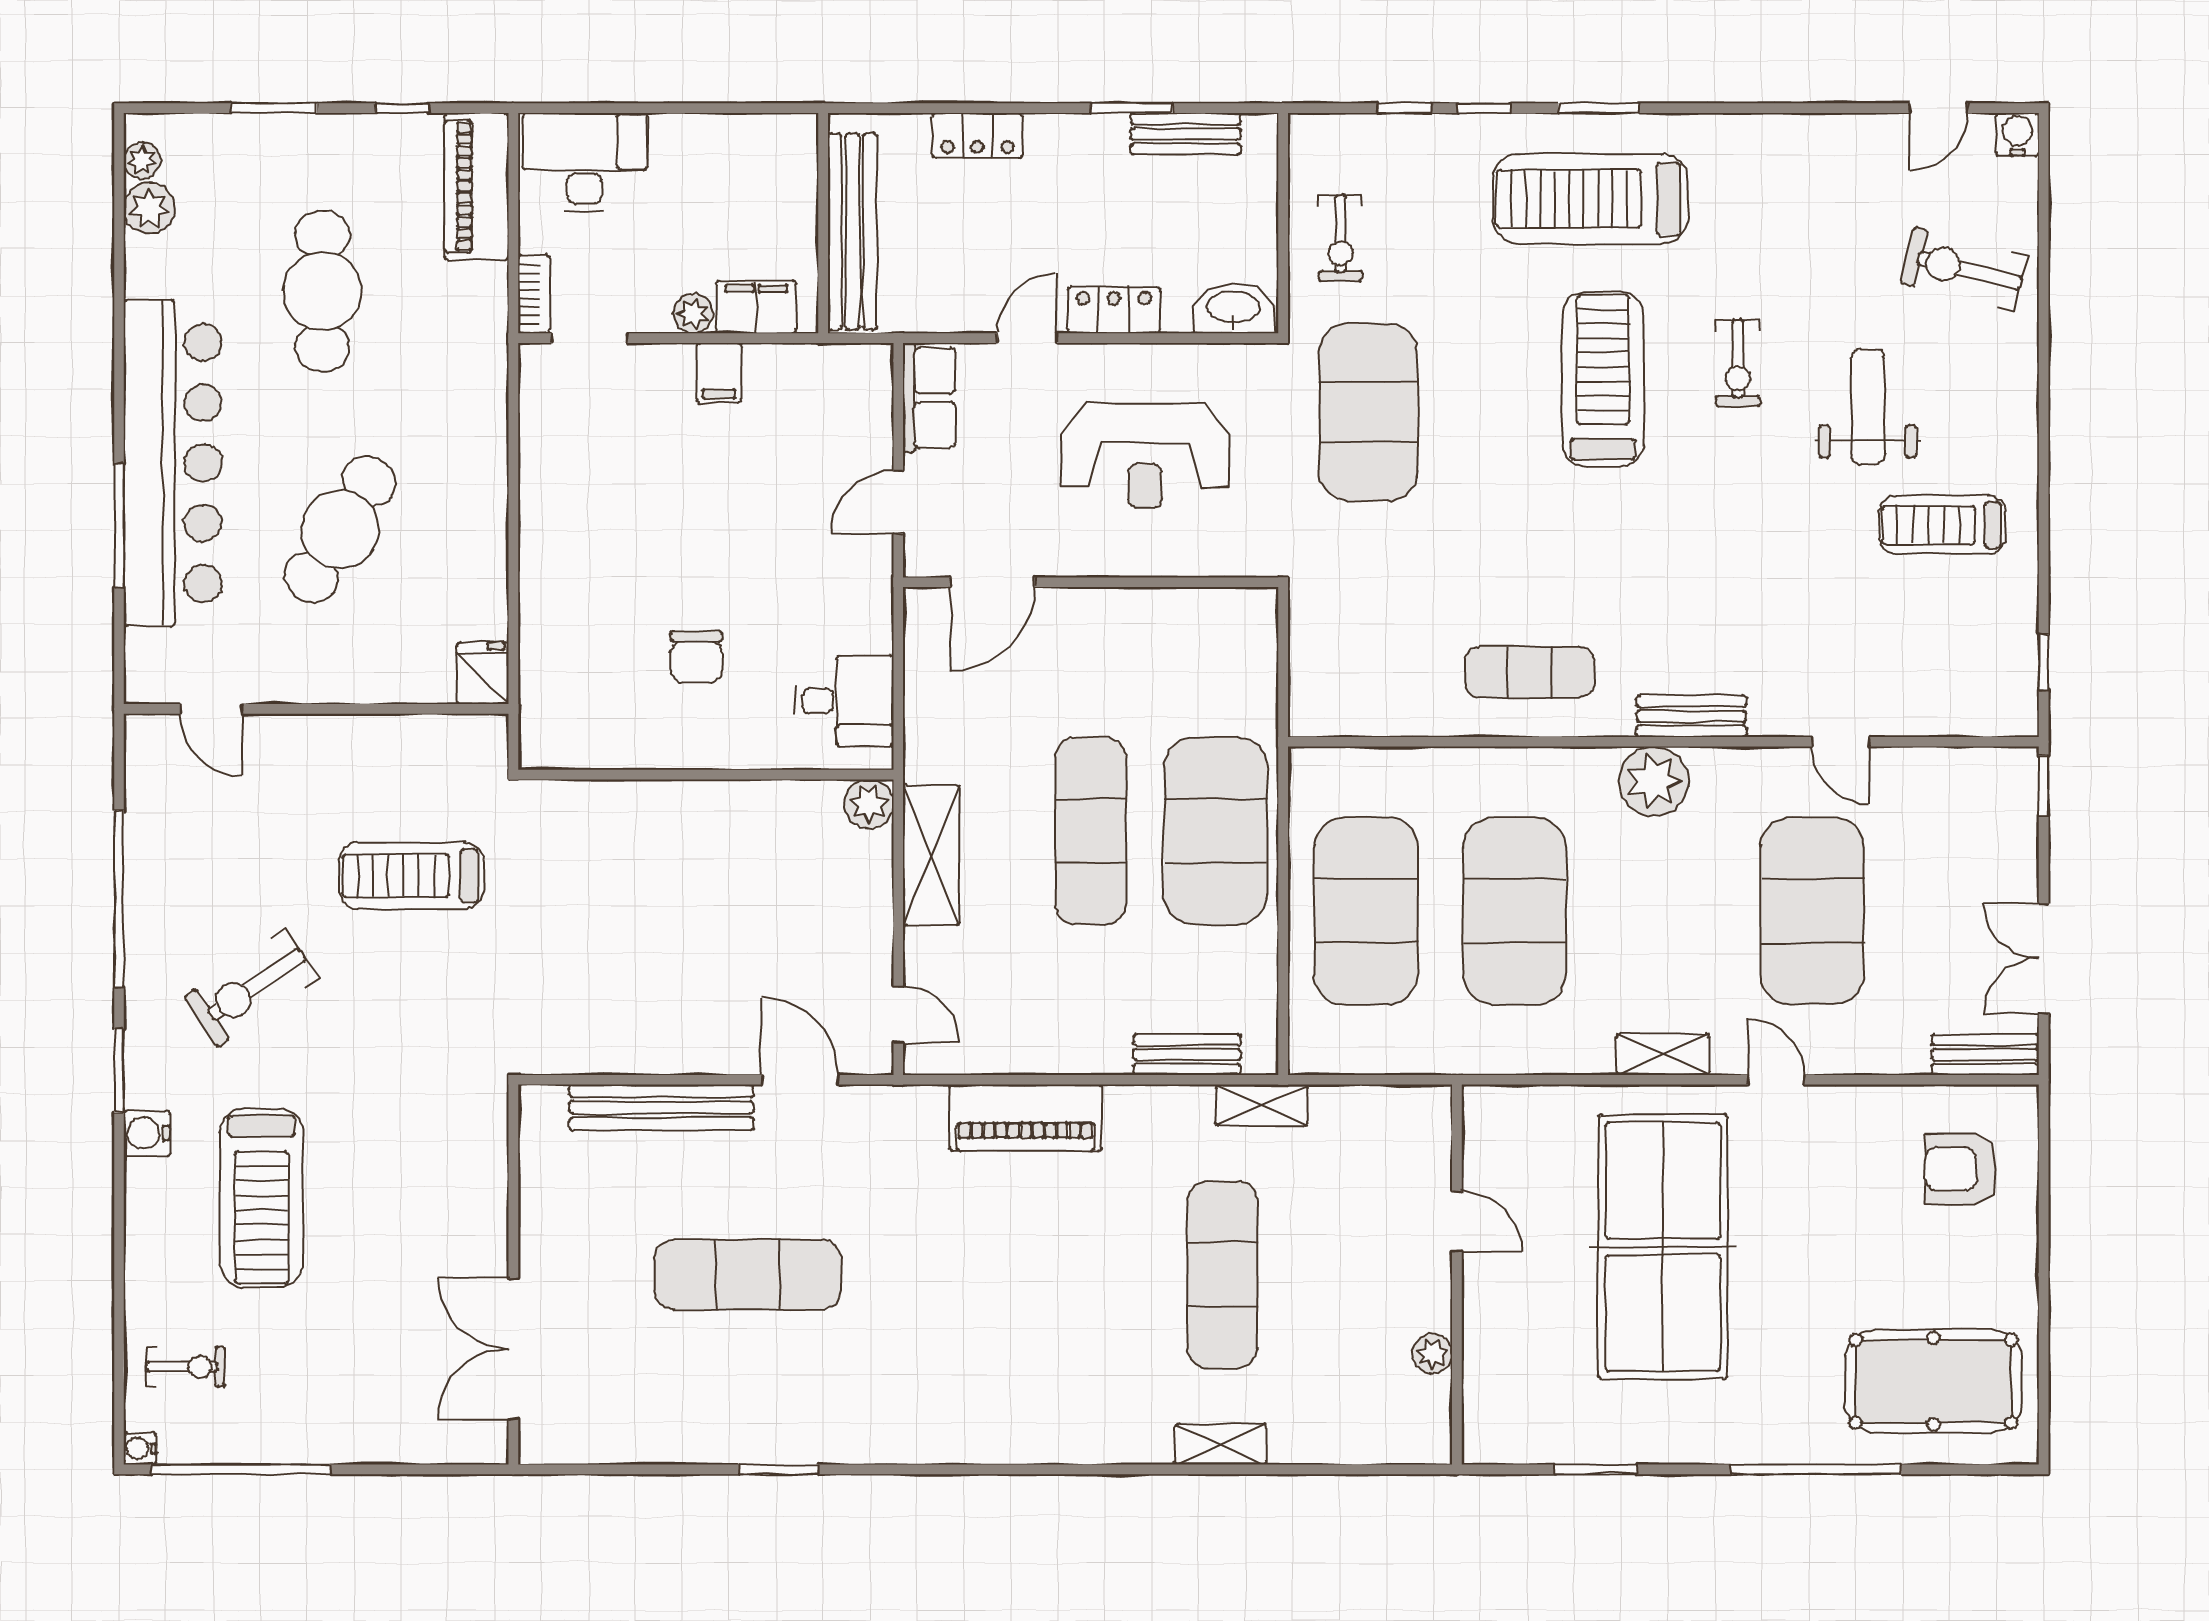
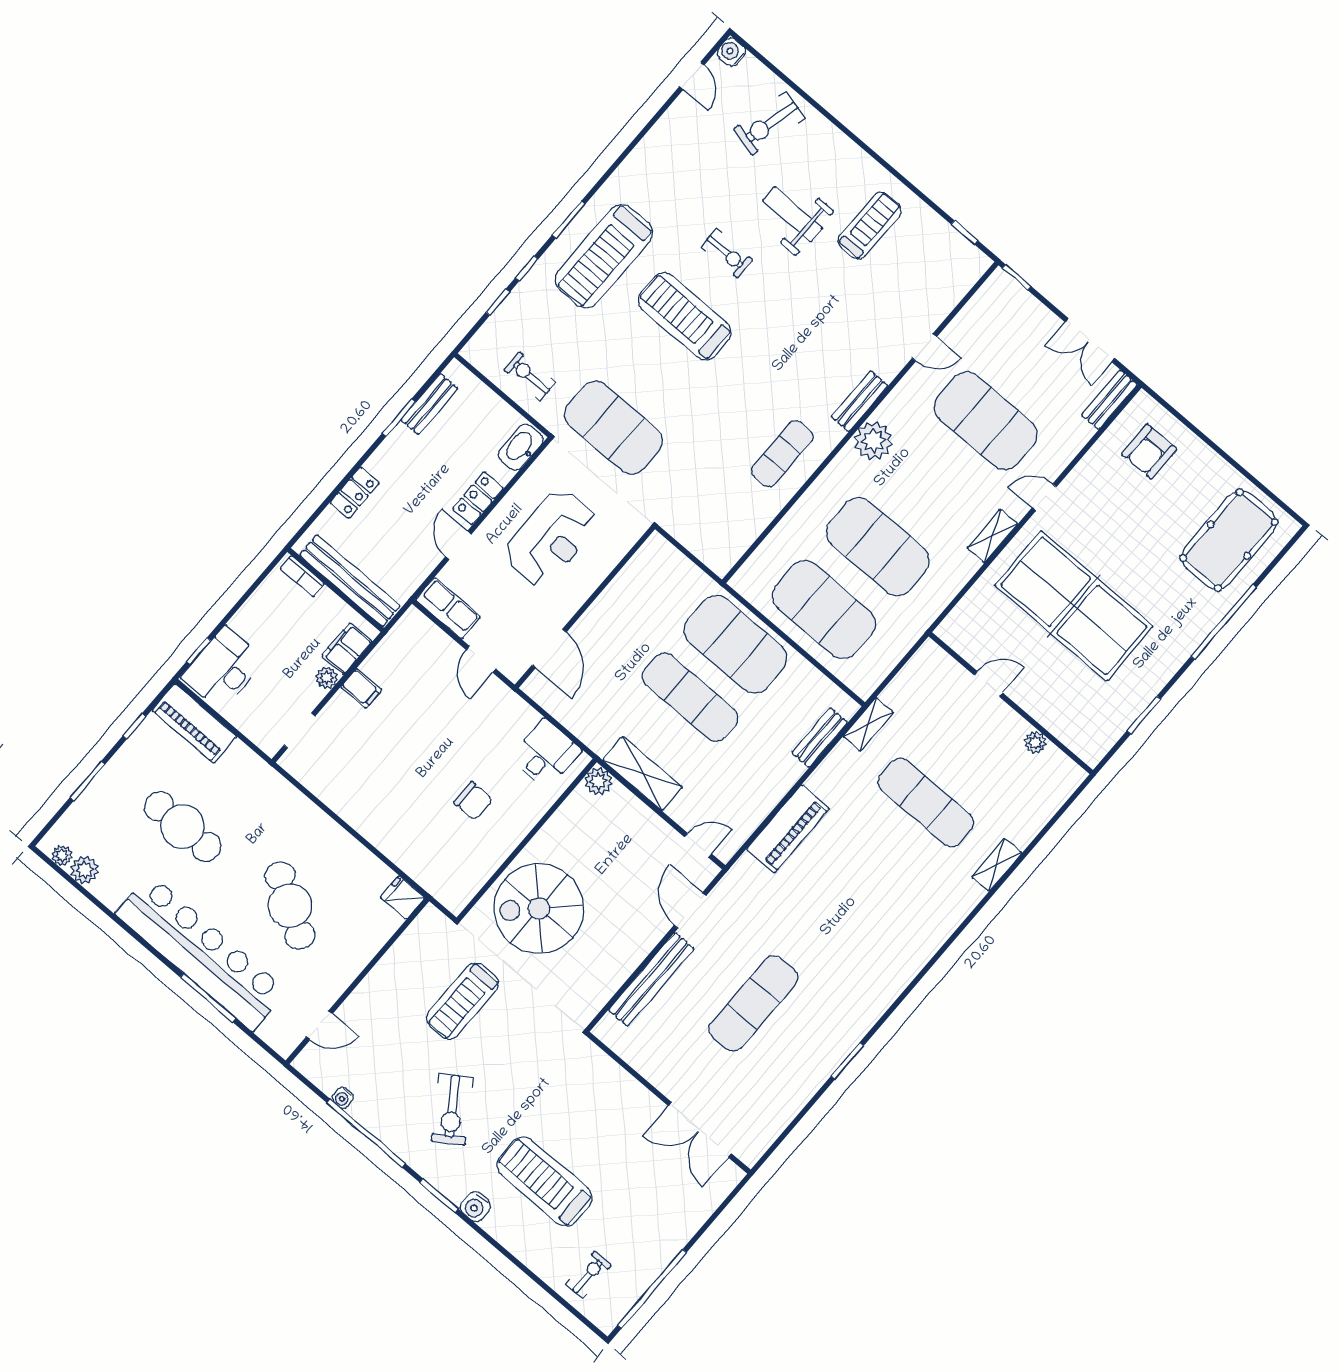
window: (580, 108) -> (199, 651), added
exercise bike: (1341, 238) -> (530, 376), turned 180
bookcase: (534, 294) -> (302, 576), moved, turned 180
treadmill: (1942, 525) -> (870, 226), turned 180
spiral stairs: (626, 872) -> (539, 909), added
door: (800, 1080) -> (690, 911), hinge flipped
treadmill: (261, 1198) -> (544, 1181), turned 180
water cooler: (140, 1449) -> (343, 1098), moved

